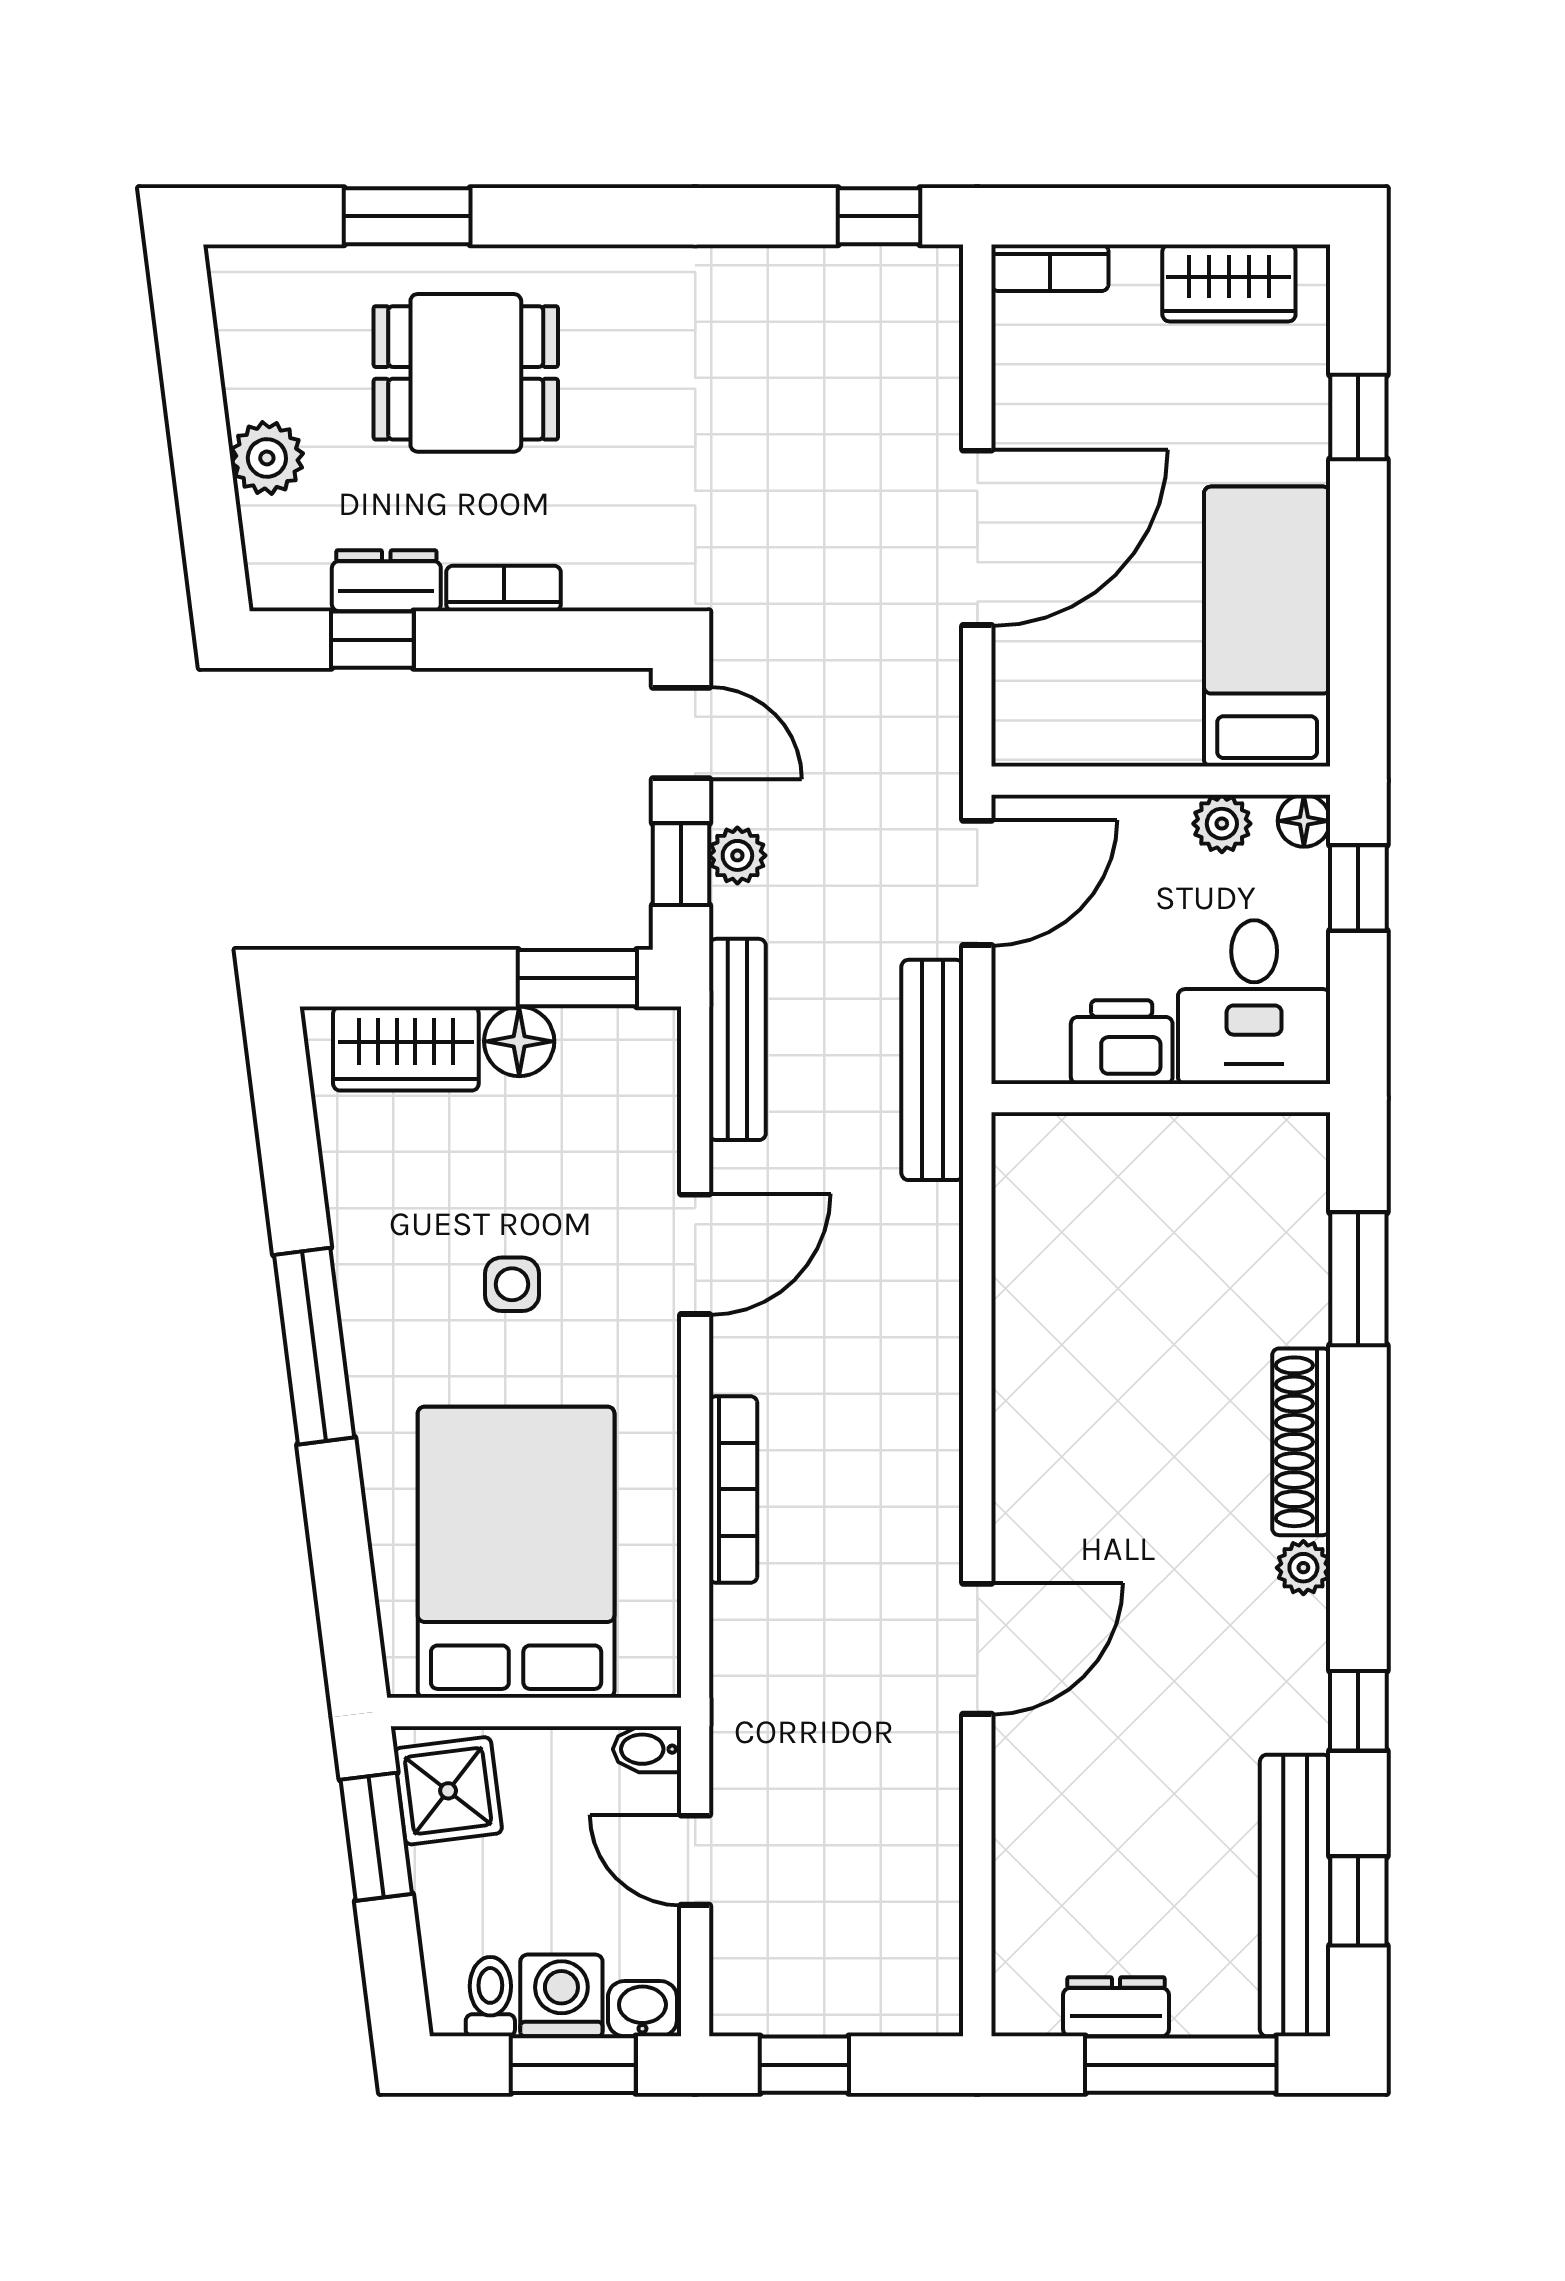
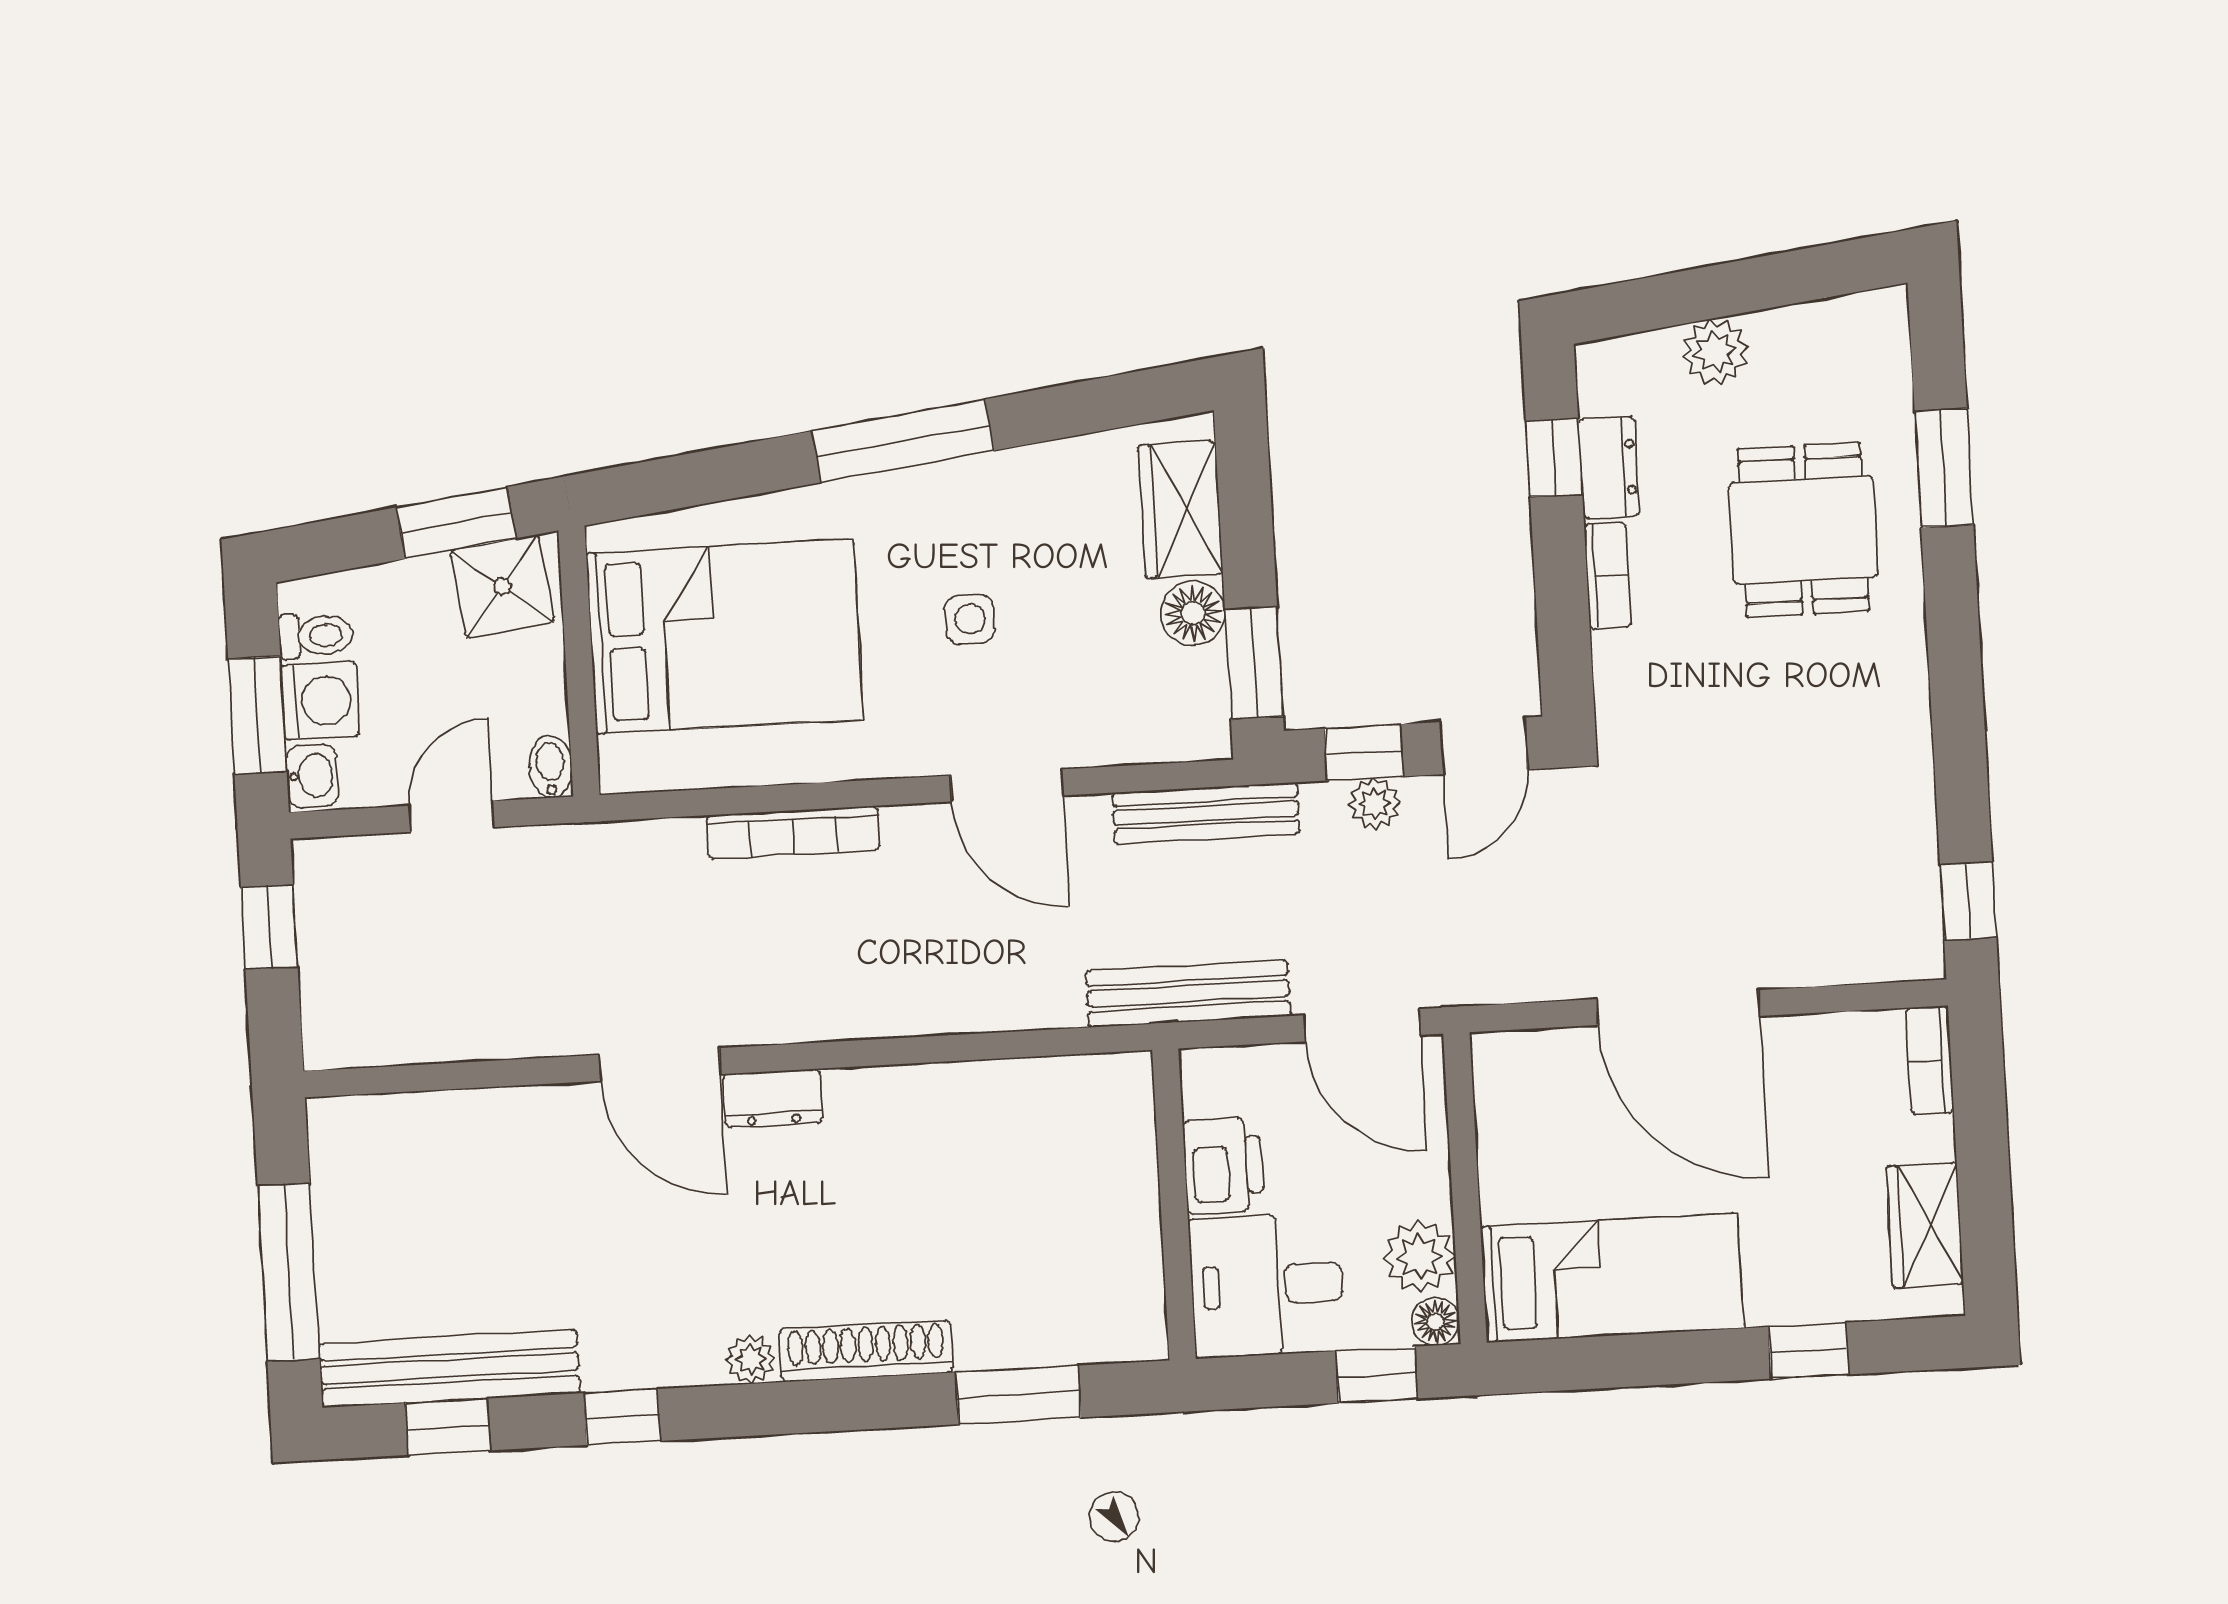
plant: (1222, 824) -> (1419, 1257), width x1.38, depth x1.38
dresser: (1116, 2007) -> (773, 1098), moved, turned 90

